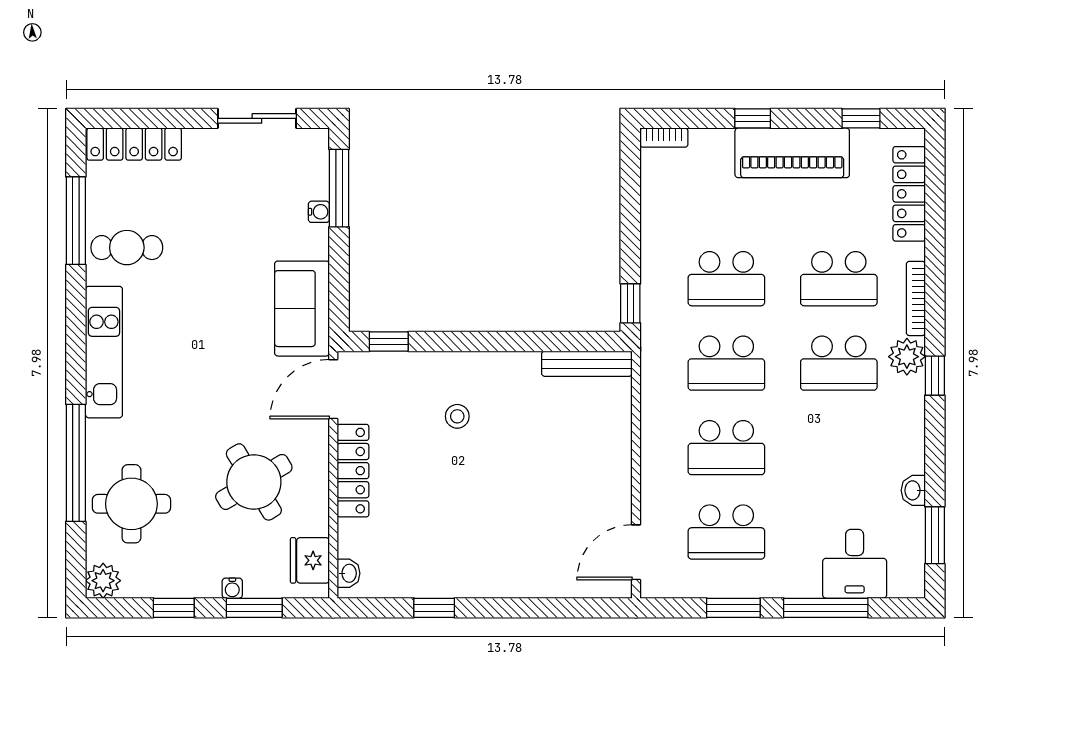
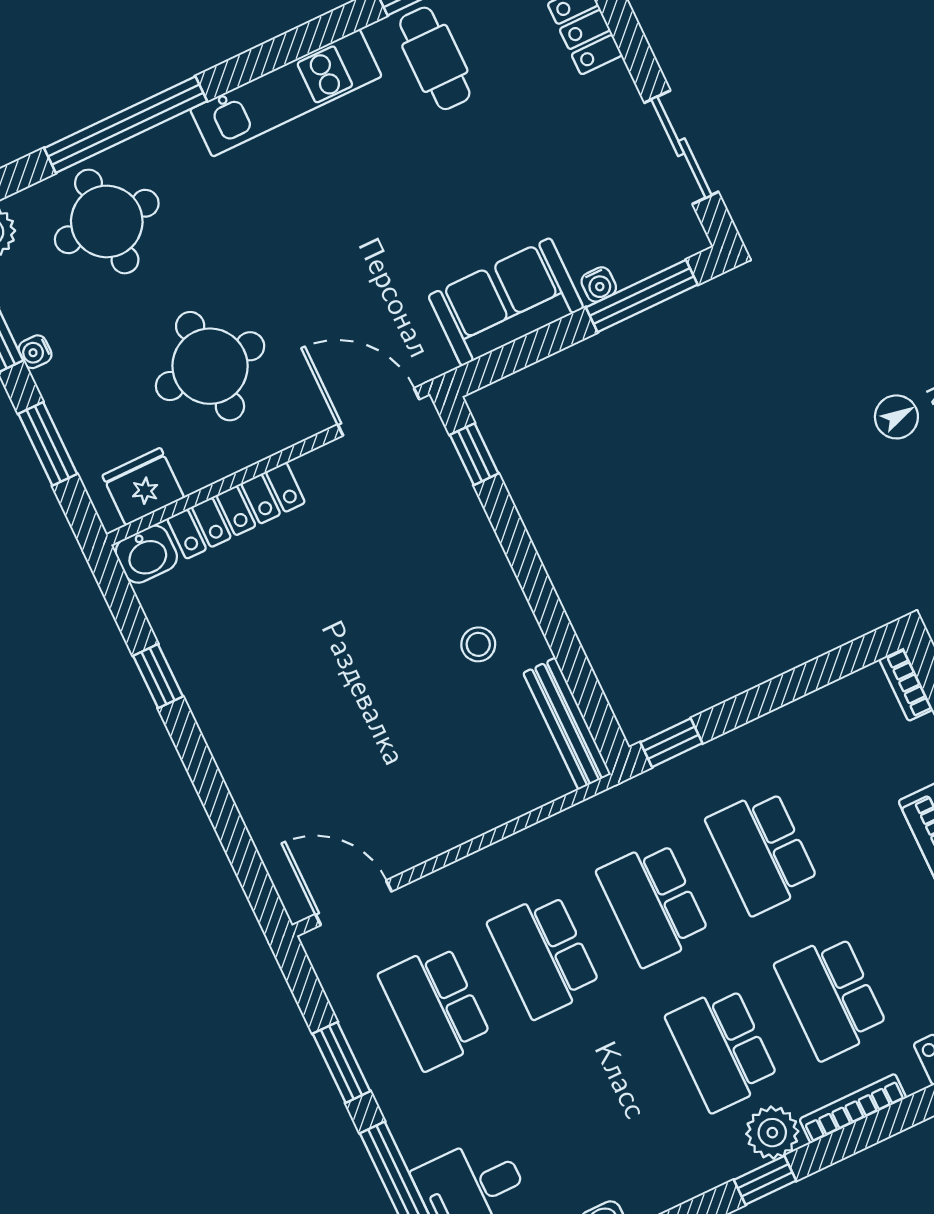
sofa: (302, 309) -> (506, 302), moved
stool: (457, 416) -> (478, 644), moved
locker: (353, 471) -> (236, 511), moved
round table: (254, 482) -> (210, 366), turned 30
washbasin: (349, 573) -> (146, 554), width x1.38, depth x1.45
water cooler: (232, 588) -> (35, 352), moved

